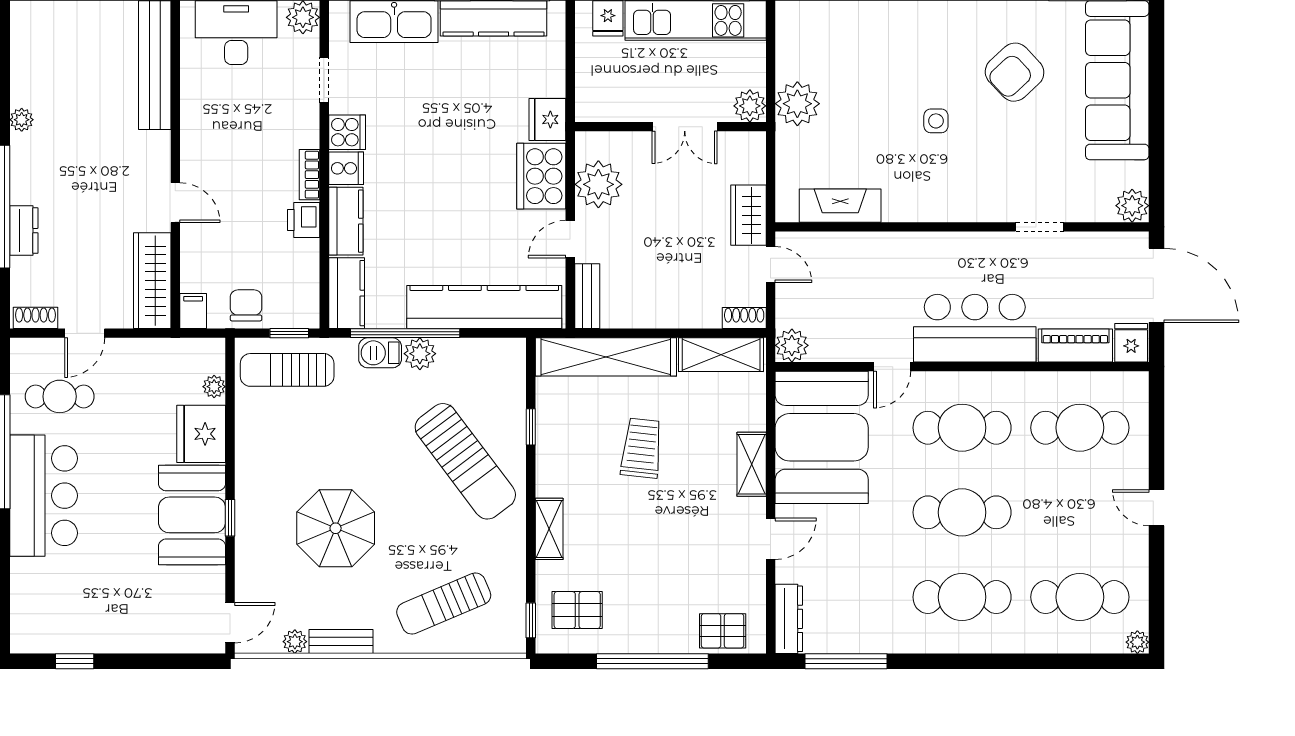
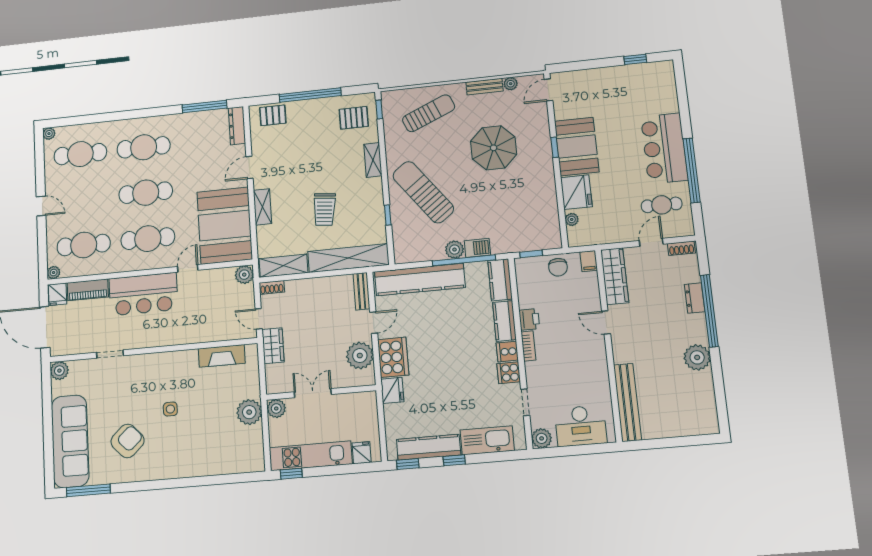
plant: (22, 120) -> (697, 357), width x1.88, depth x1.88
sun lounger: (287, 370) -> (530, 233), removed
plant: (1137, 383) -> (54, 273), added

